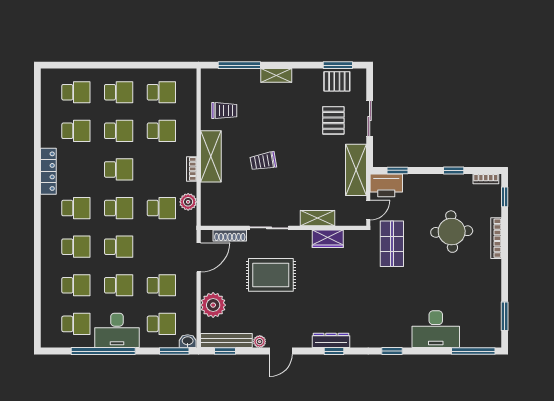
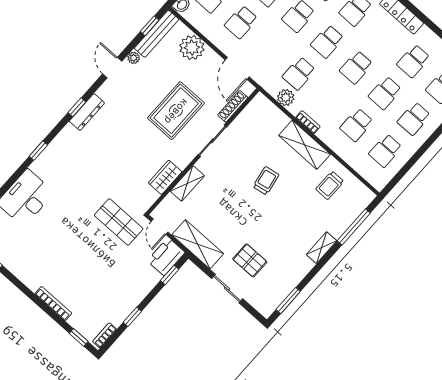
pallet: (337, 81) -> (277, 289), removed
round table: (452, 232) -> (88, 275), removed

